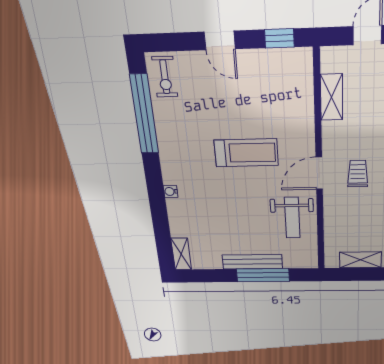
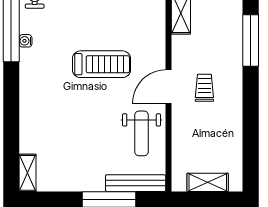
water cooler: (171, 191) -> (26, 41), moved
bench: (252, 262) -> (136, 183), moved

